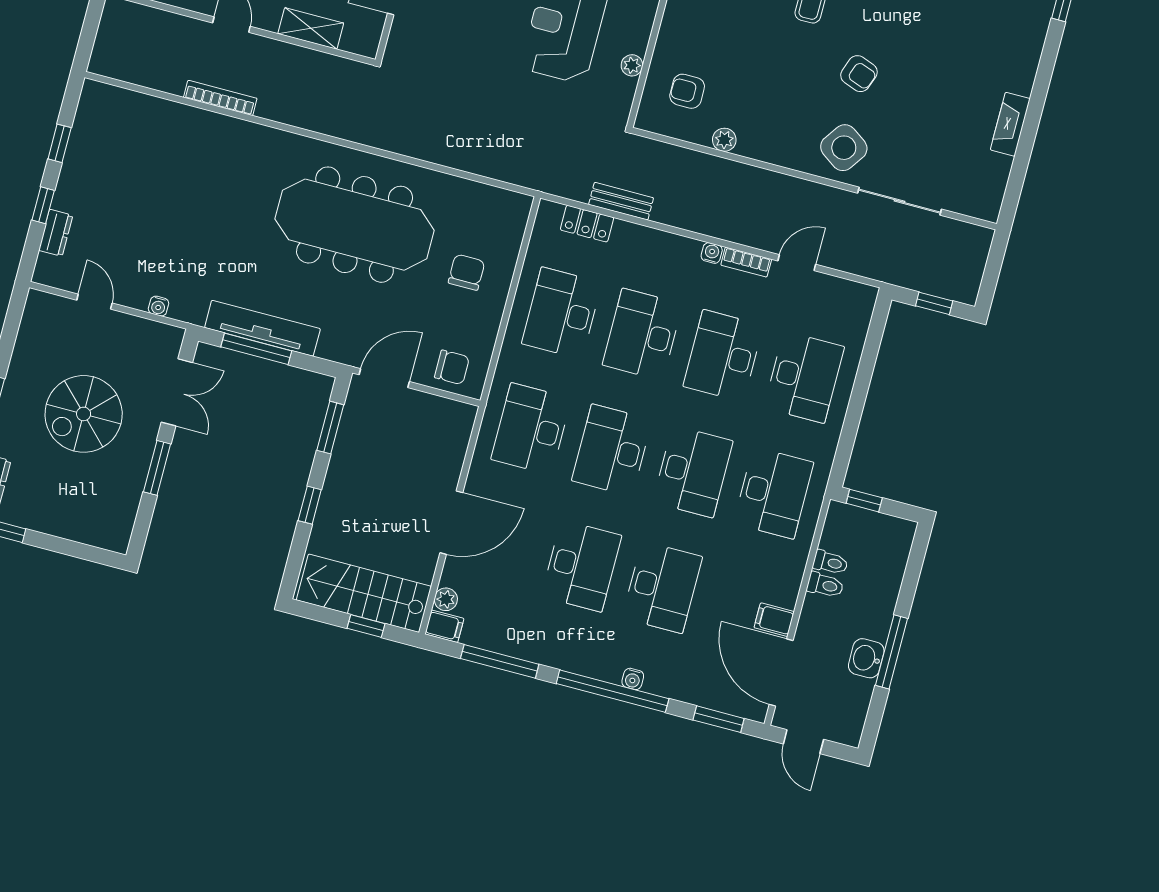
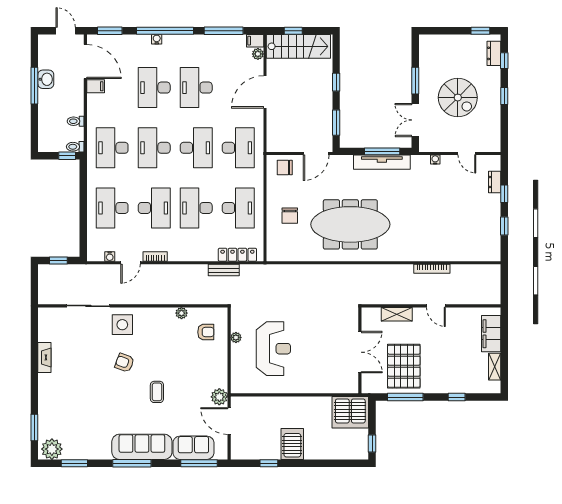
side table: (844, 148) -> (122, 325), turned -35
locker: (587, 224) -> (237, 255), width x1.53
water cooler: (712, 253) -> (110, 256), moved
desk: (643, 334) -> (196, 208), turned 180
spiral stairs: (84, 414) -> (458, 98), turned 90
toilet: (825, 585) -> (75, 147), moved

